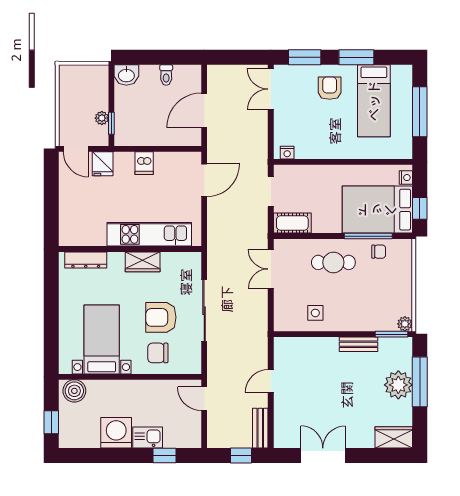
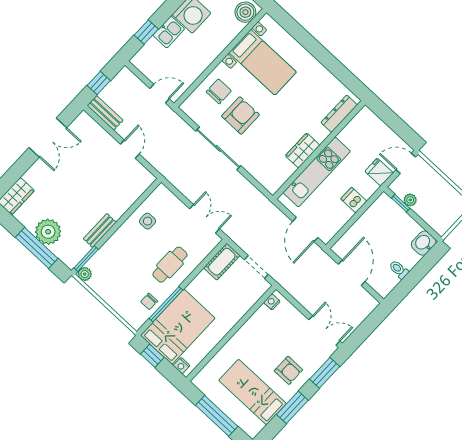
kitchen unit: (149, 234) -> (317, 172), moved
wall: (130, 249) -> (319, 150), moved
dresser: (86, 260) -> (339, 114), moved
wardrobe: (143, 262) -> (303, 150), moved

